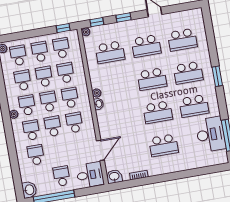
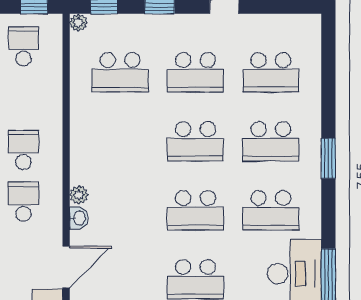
school desk: (66, 73) -> (23, 98), removed
plant: (97, 93) -> (79, 195), moved
washbasin: (99, 104) -> (79, 218), moved

